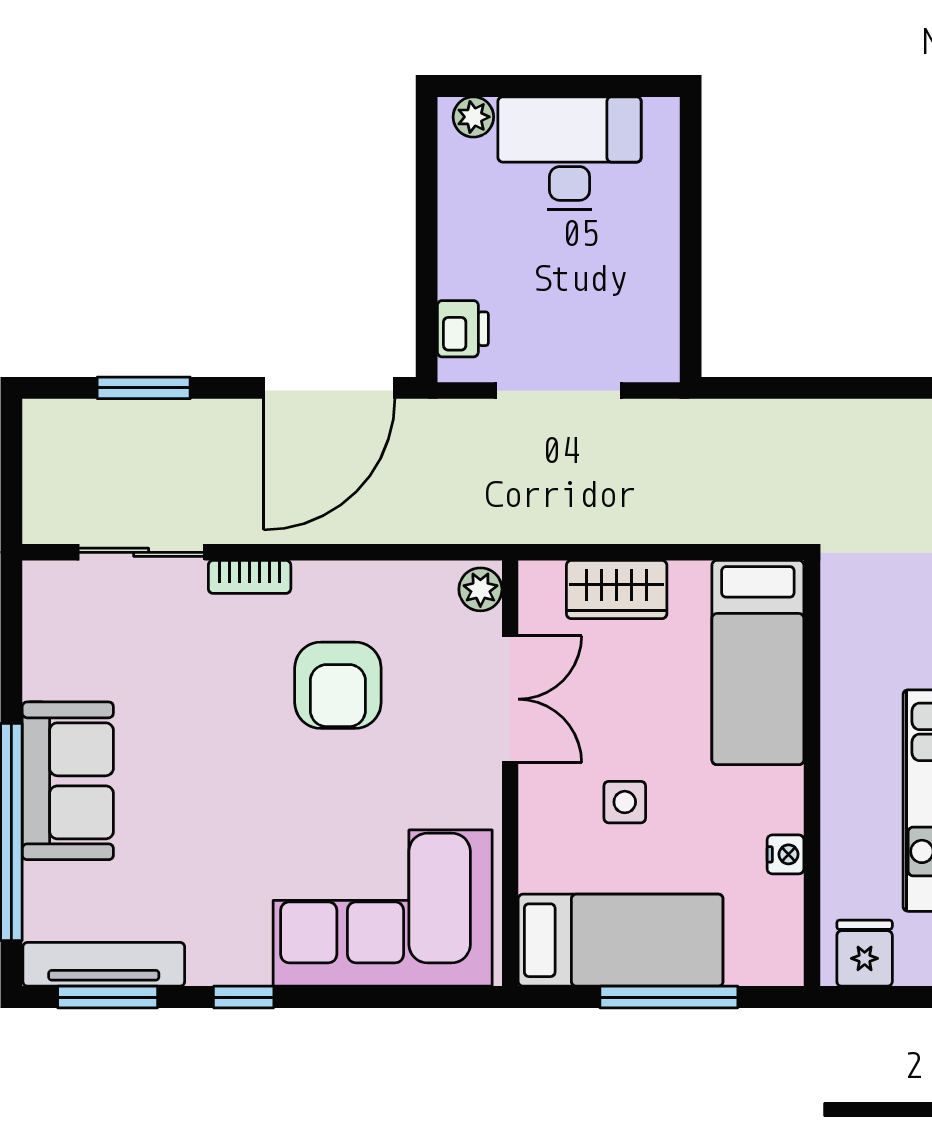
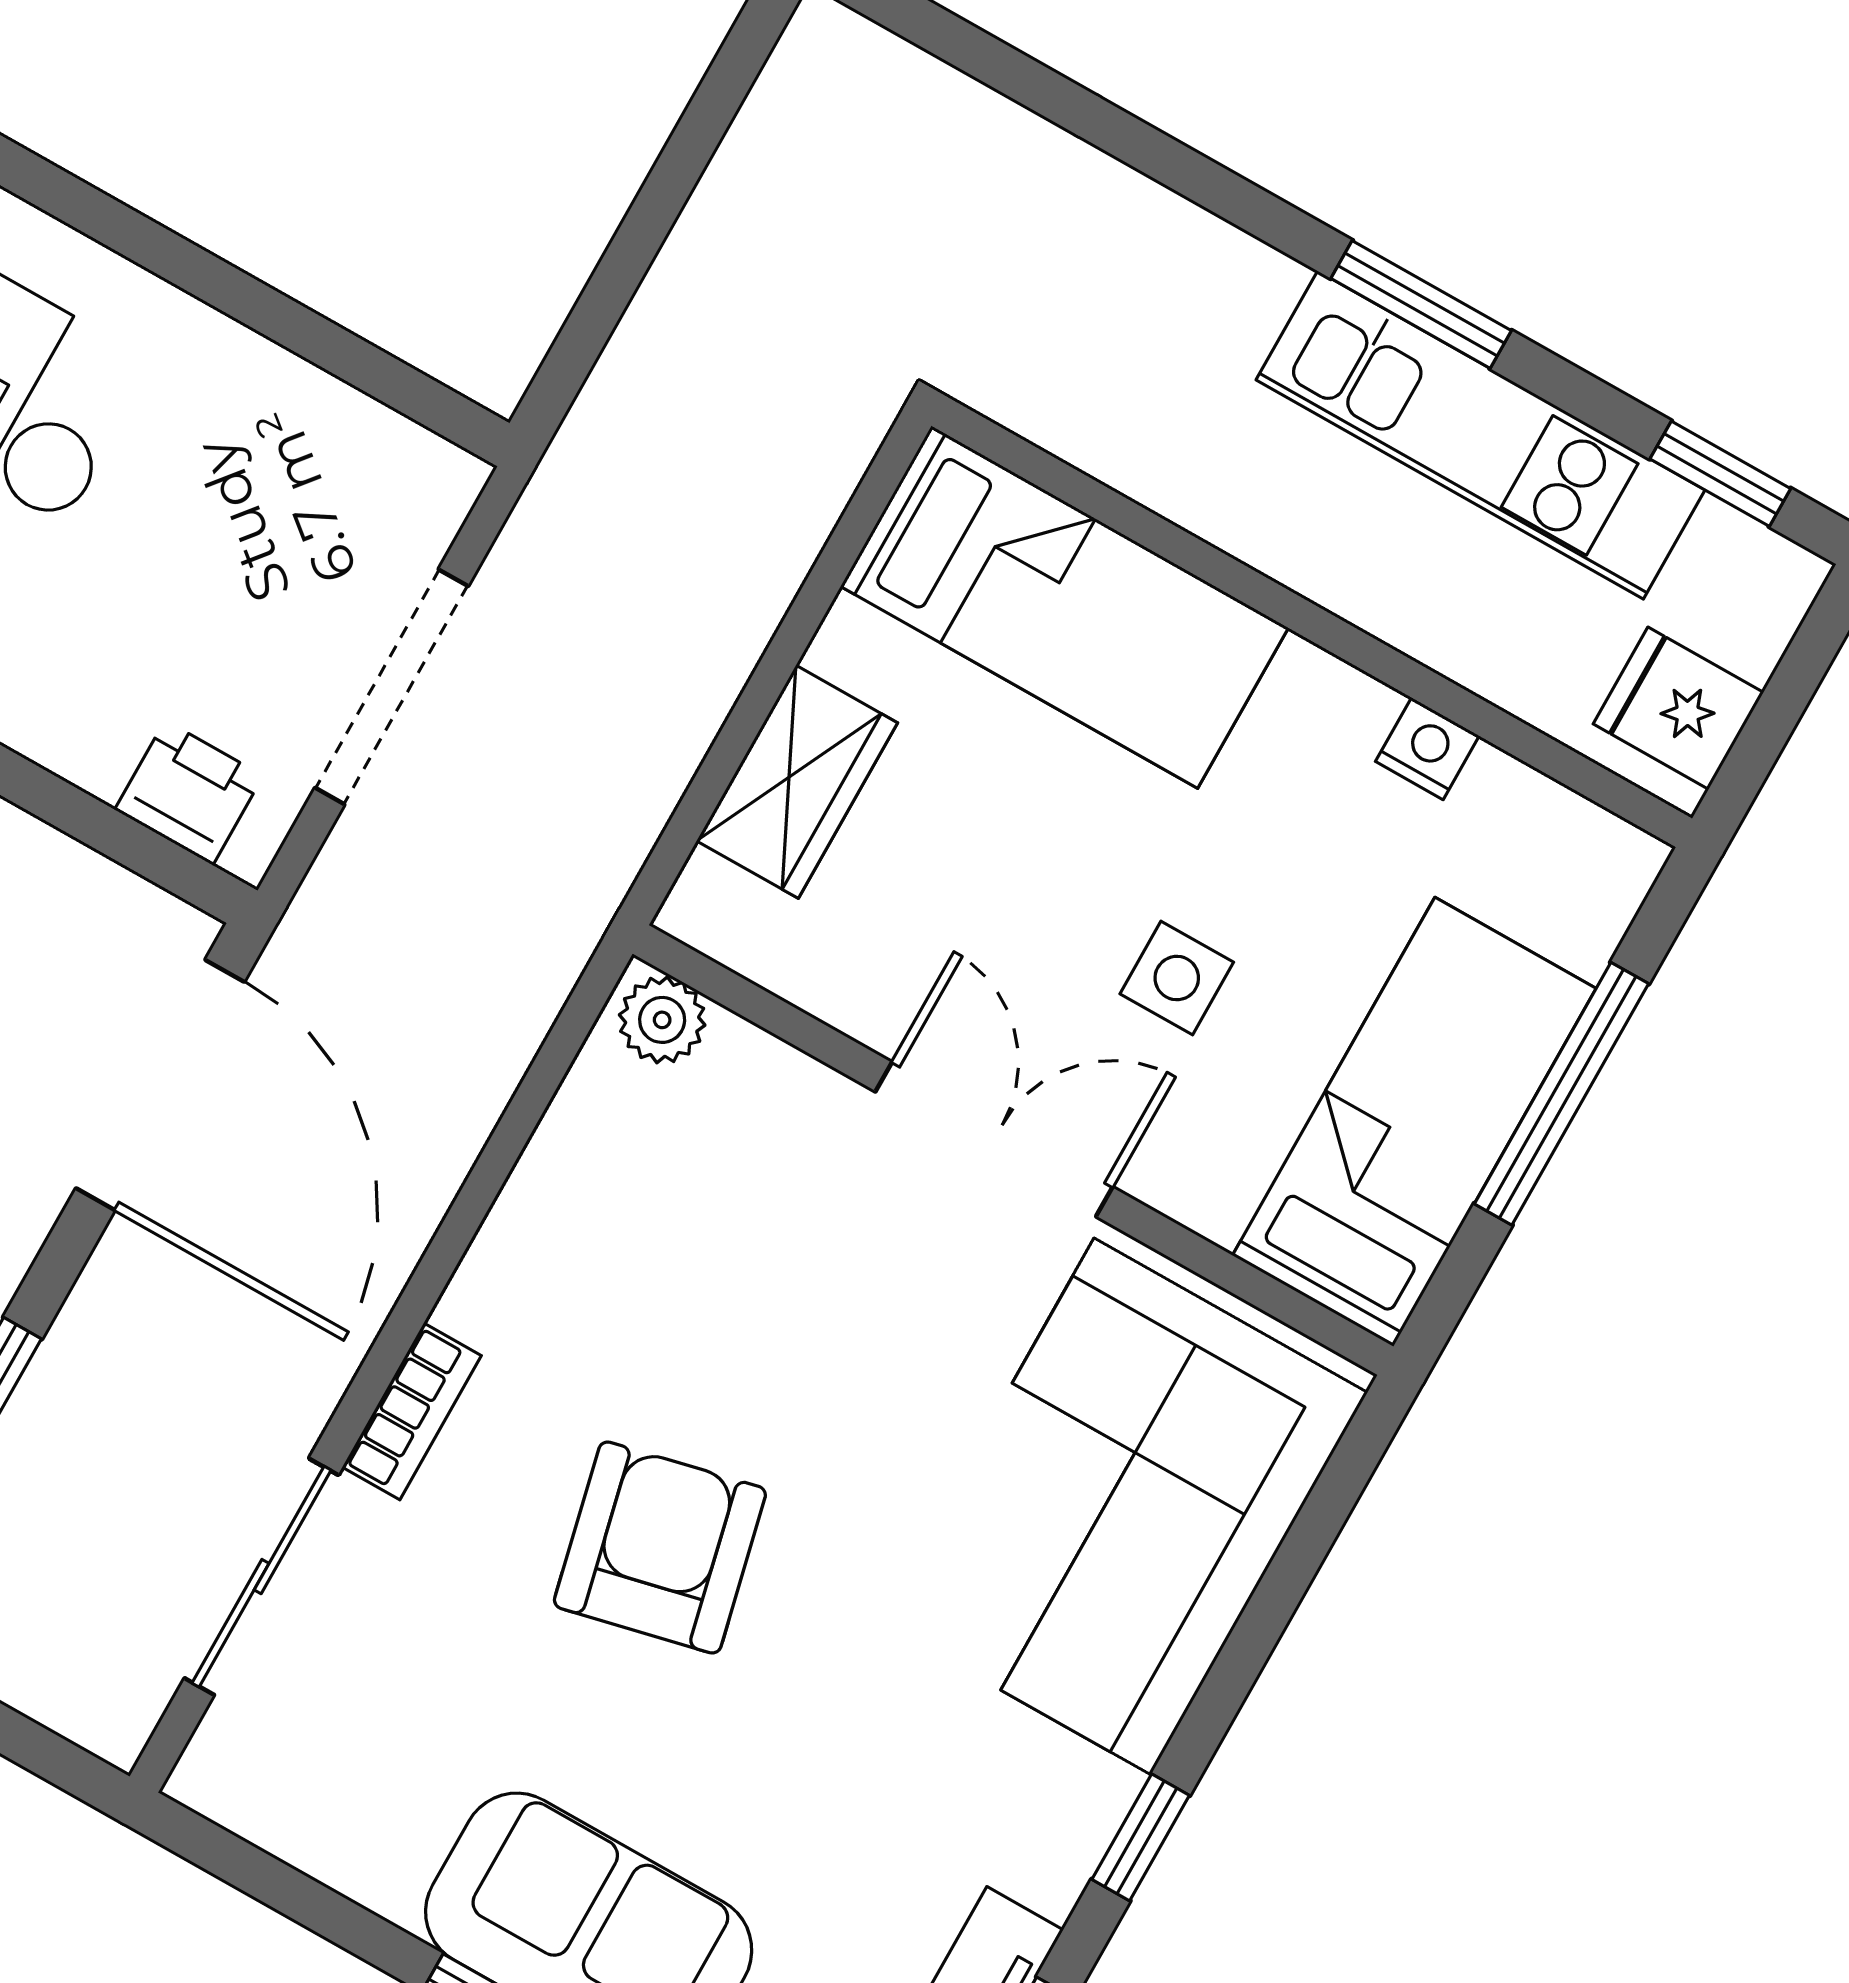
armchair: (338, 685) -> (660, 1547), moved, turned -103
double door: (510, 699) -> (994, 1139), moved

